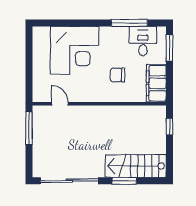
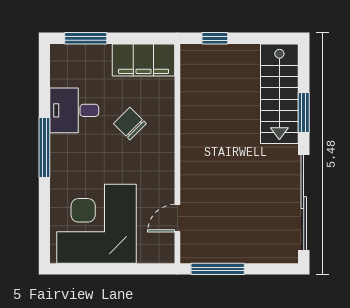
window: (129, 23) -> (44, 147), moved
desk: (143, 41) -> (74, 110), moved
corner desk: (74, 50) -> (97, 224), moved, turned -90
chair: (117, 75) -> (130, 124), turned 135

